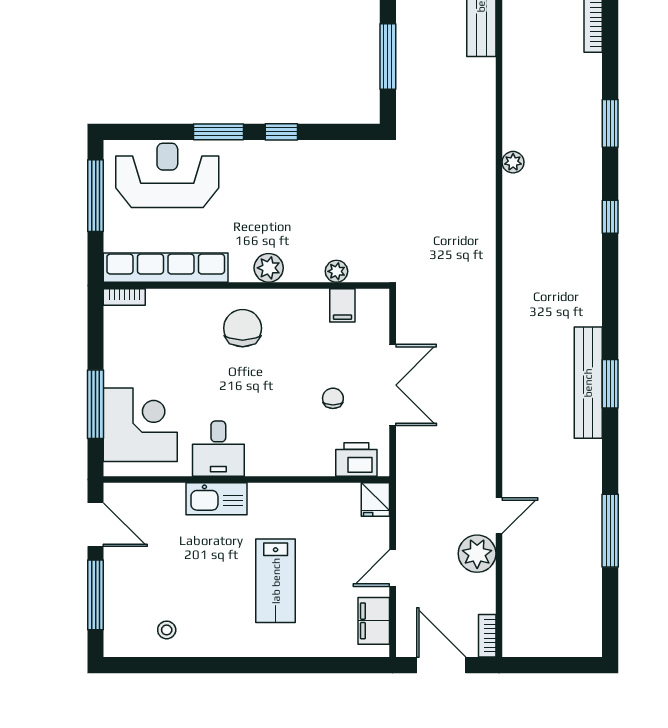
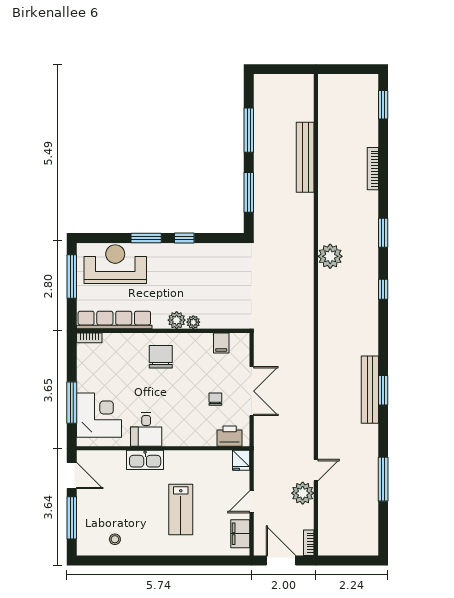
plant: (513, 162) -> (330, 256), width x1.88, depth x1.88
plant: (336, 271) -> (193, 322), moved

